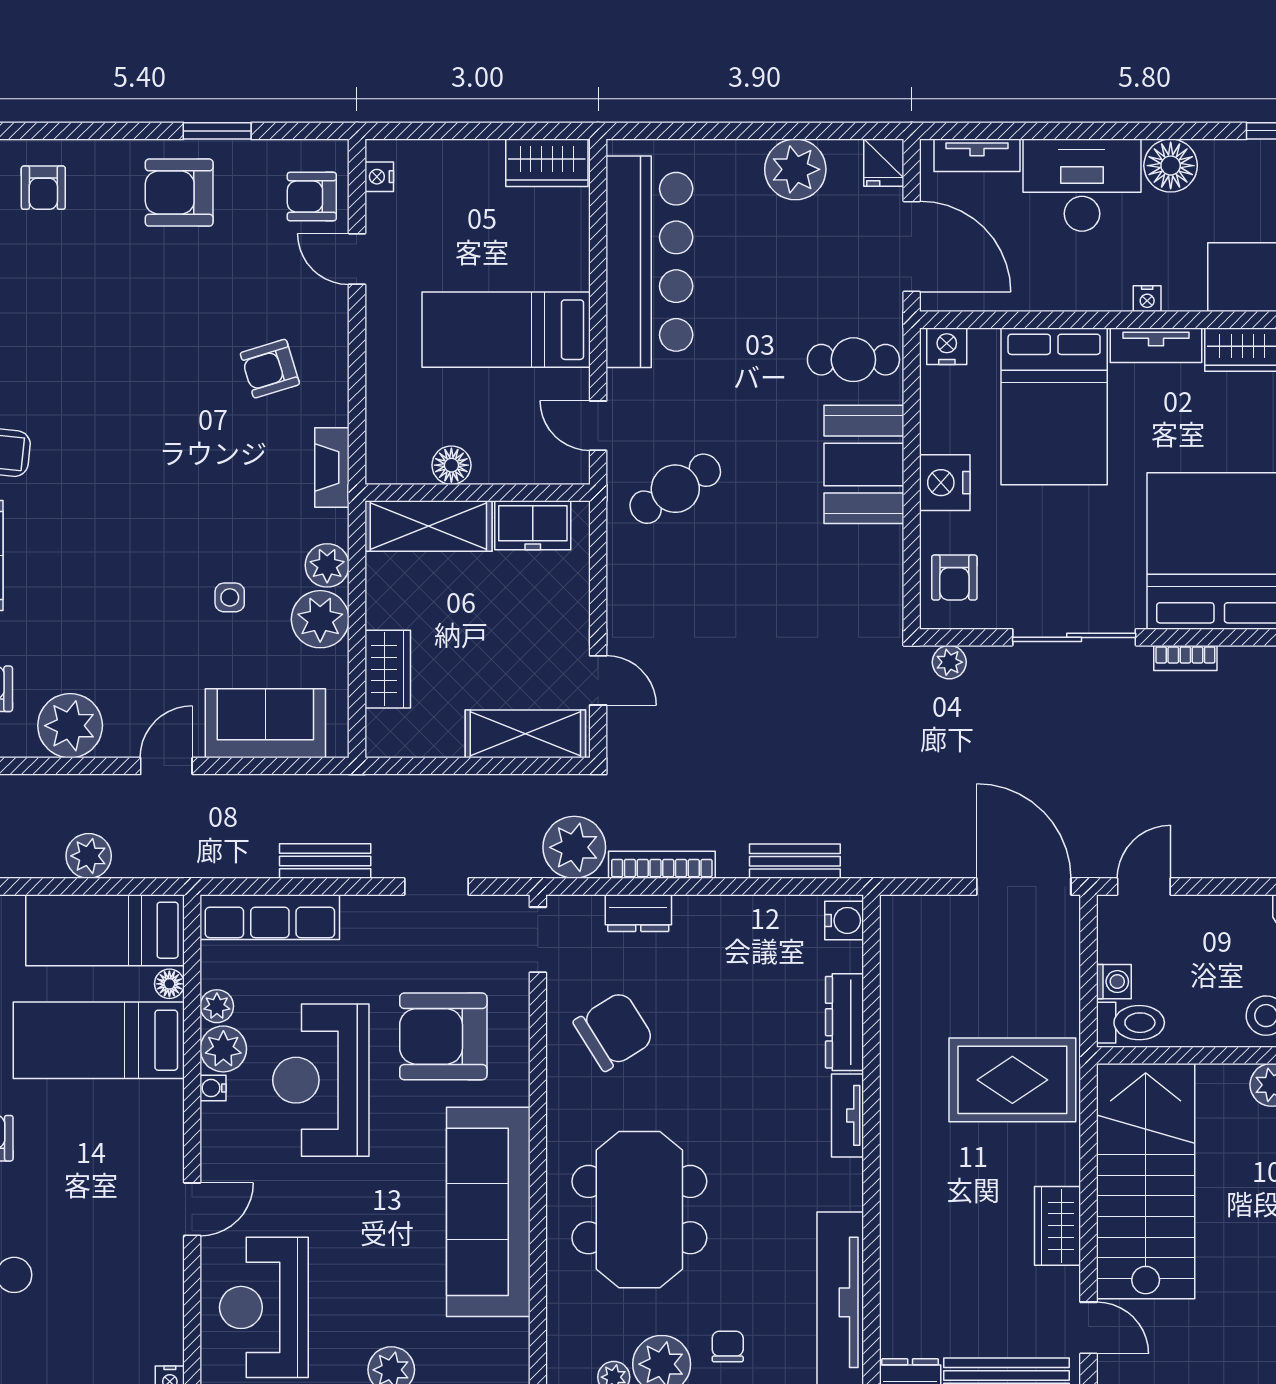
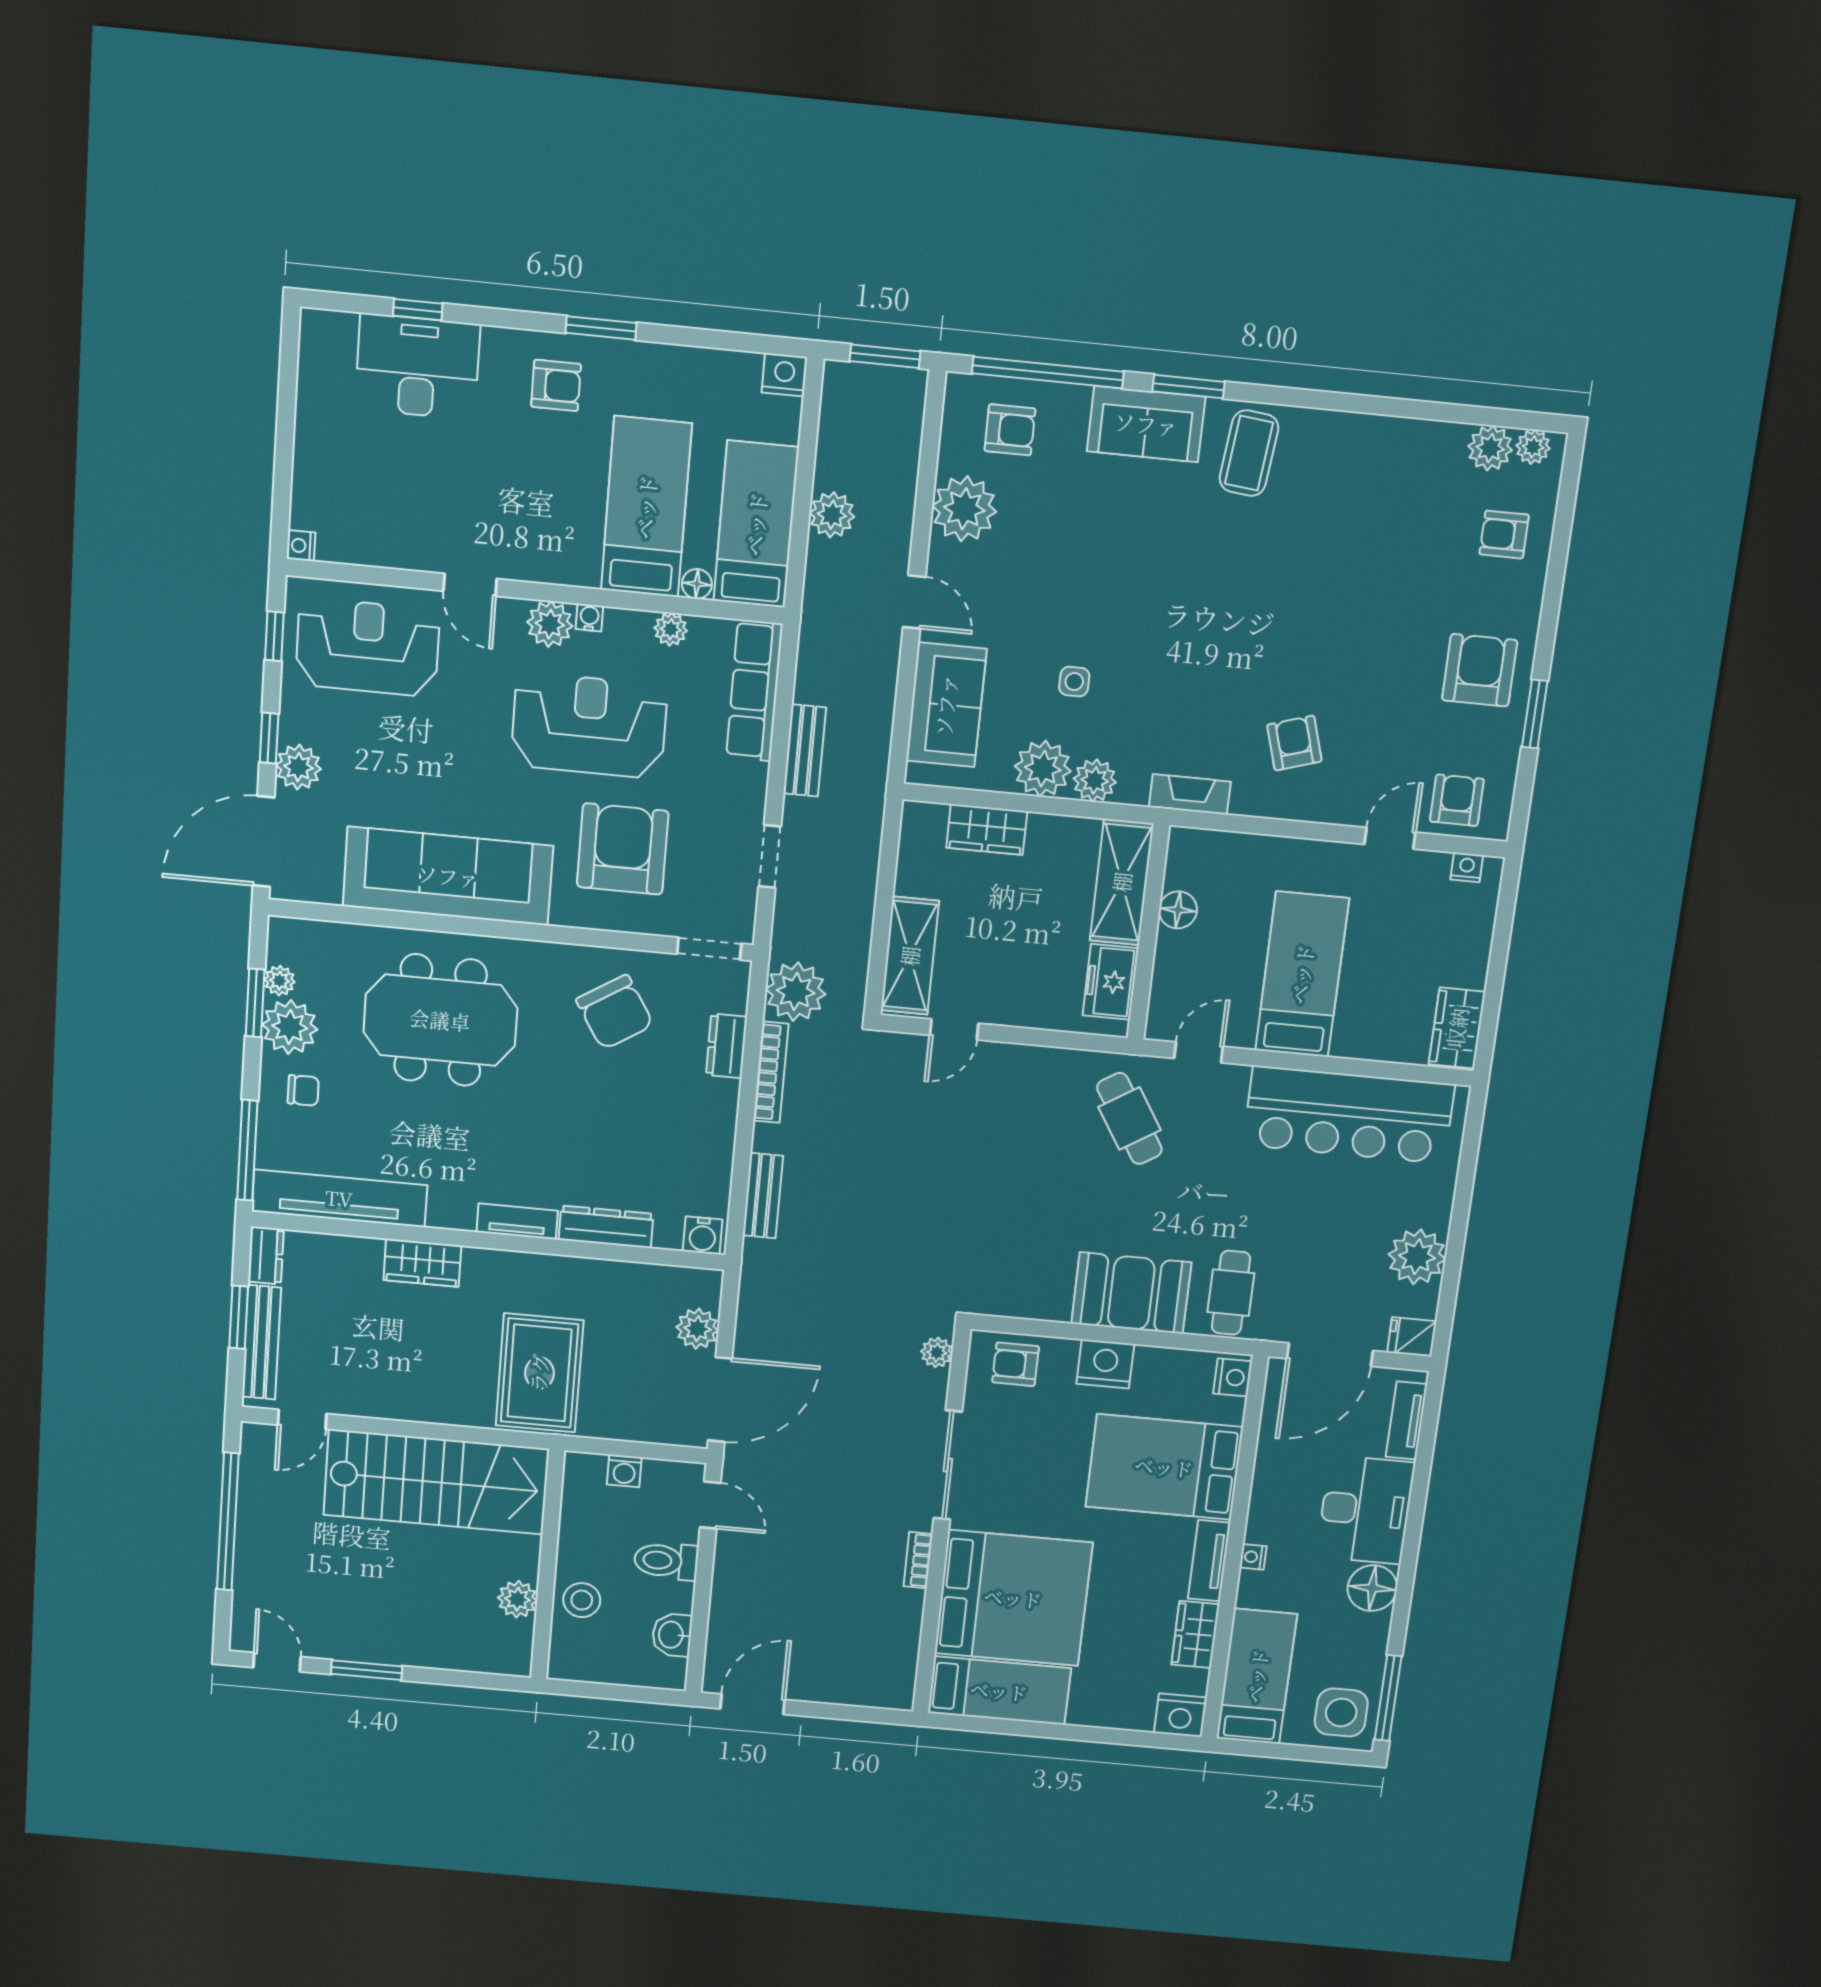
plant: (947, 917) -> (697, 1329), added
toilet: (1130, 1023) -> (666, 1561), moved, turned 90
plant: (223, 1049) -> (550, 624), moved
wardrobe: (1058, 1226) -> (422, 1263), moved, turned 180

